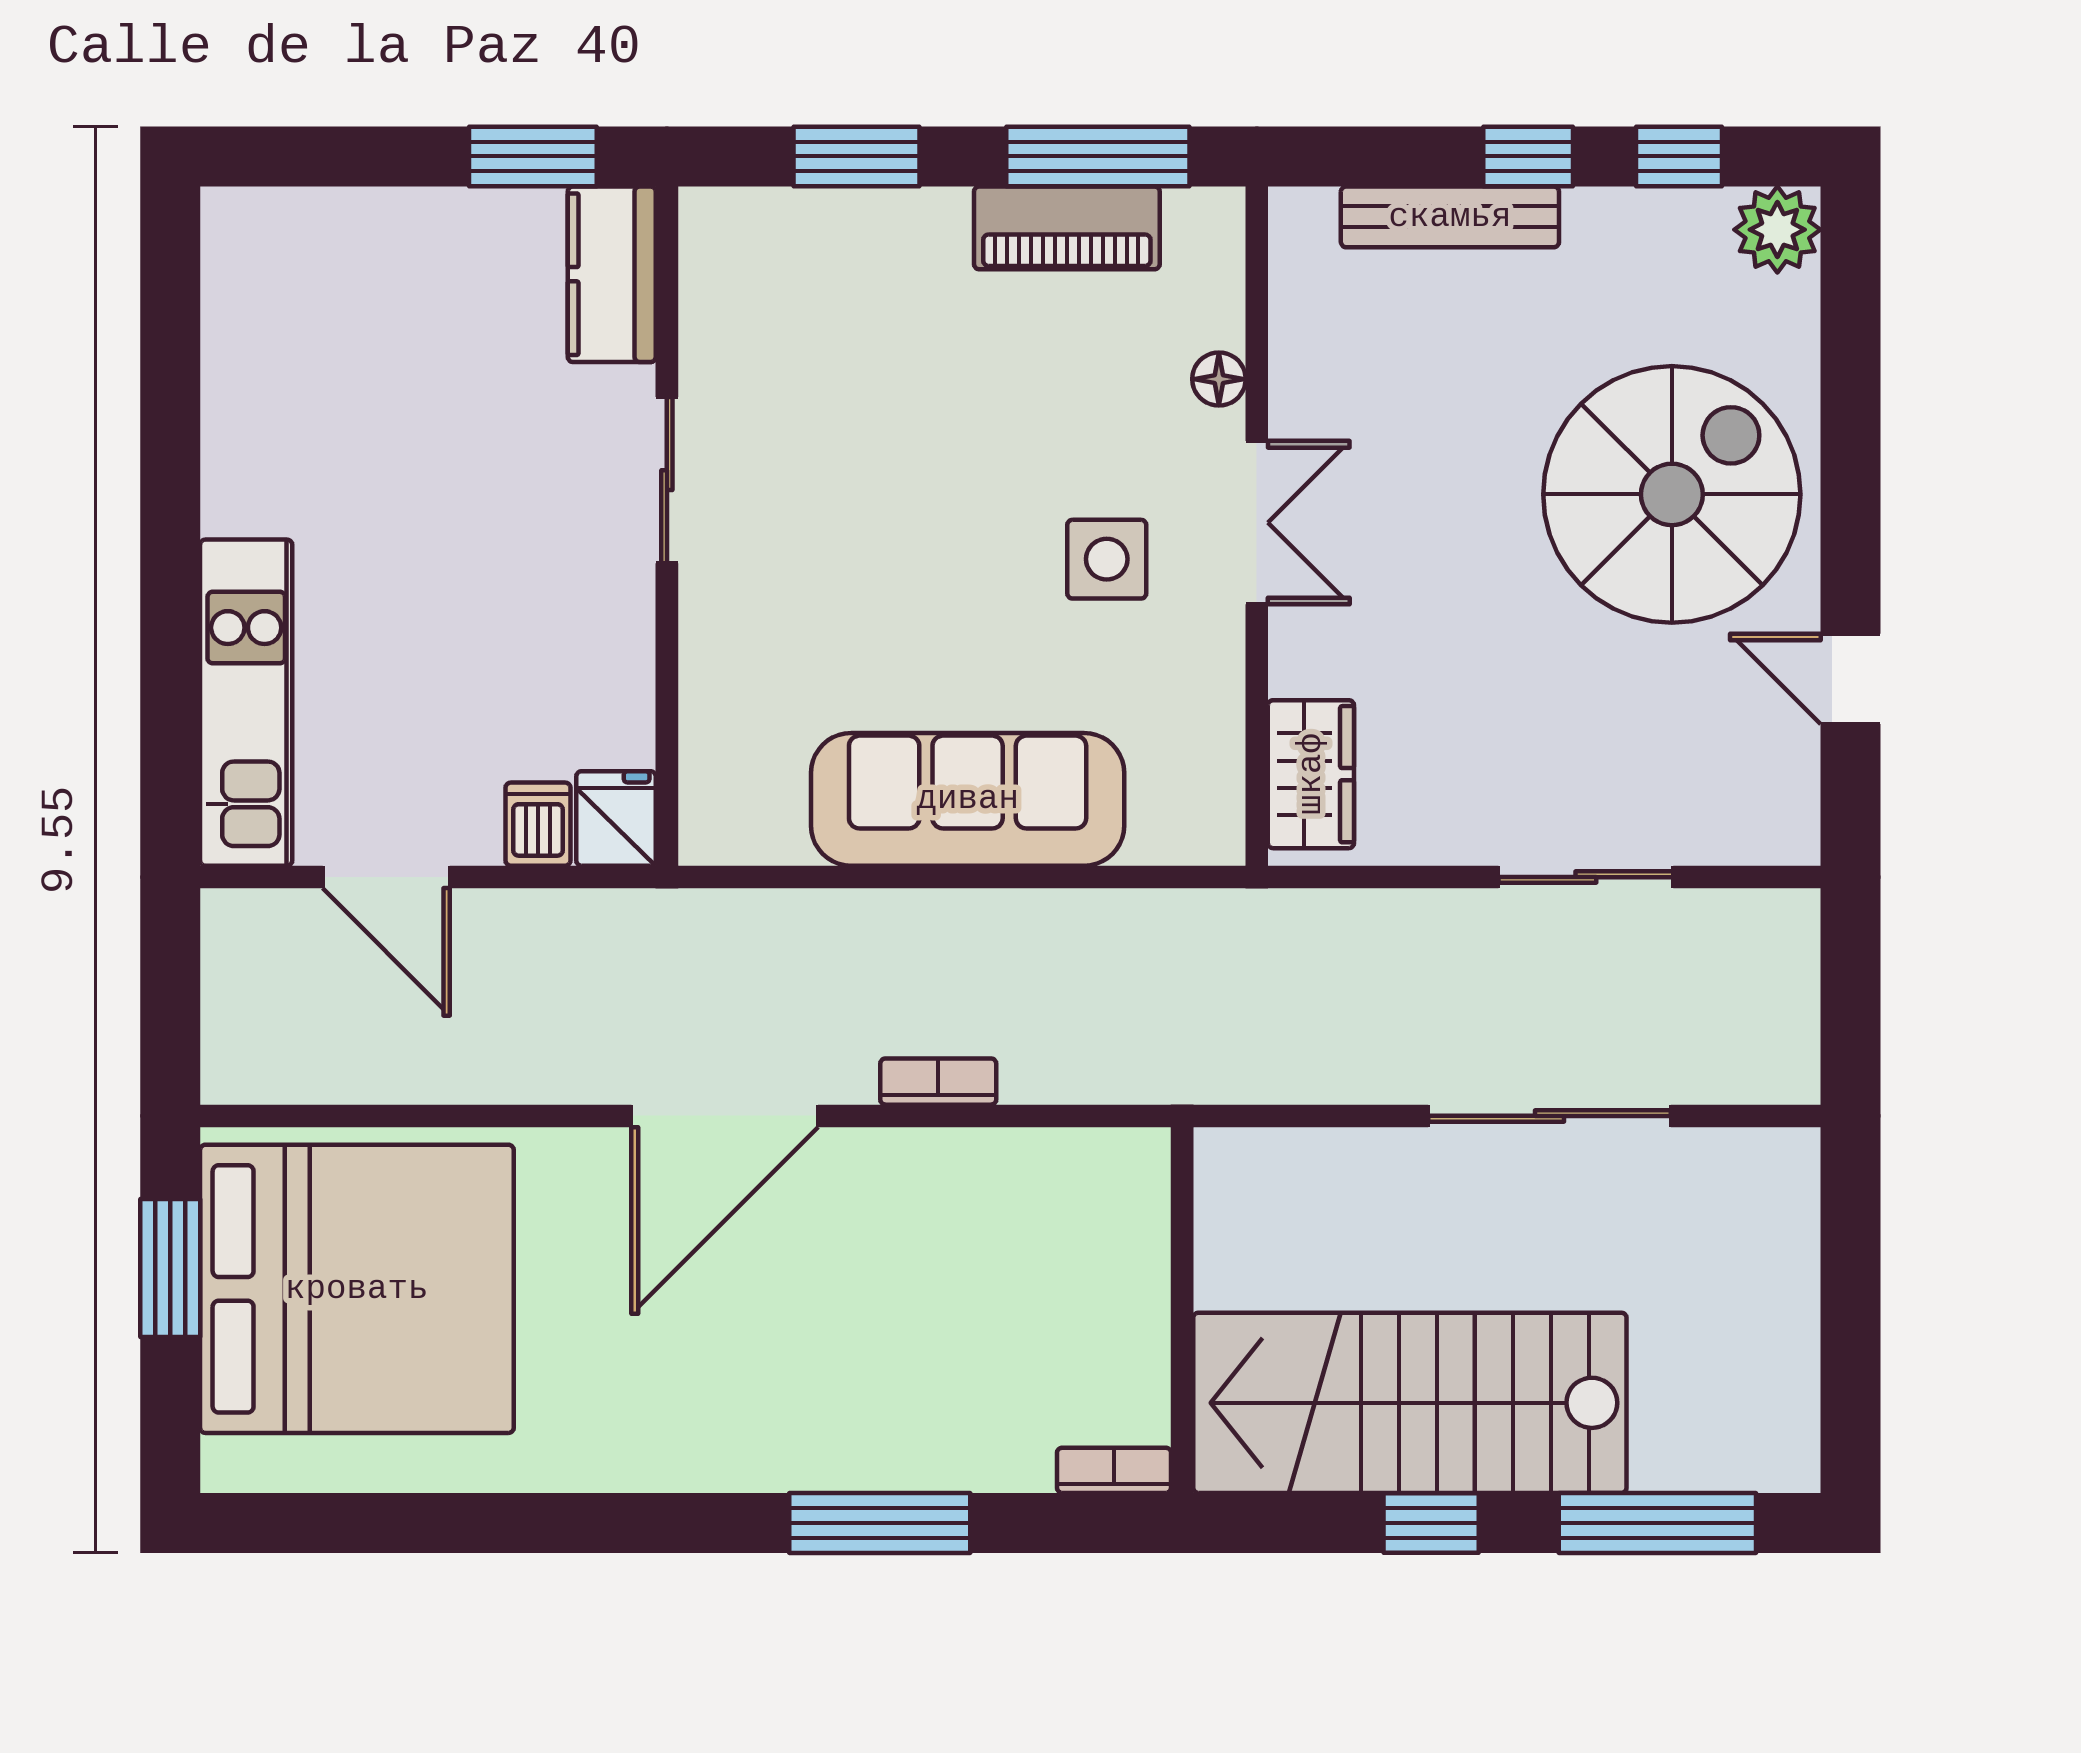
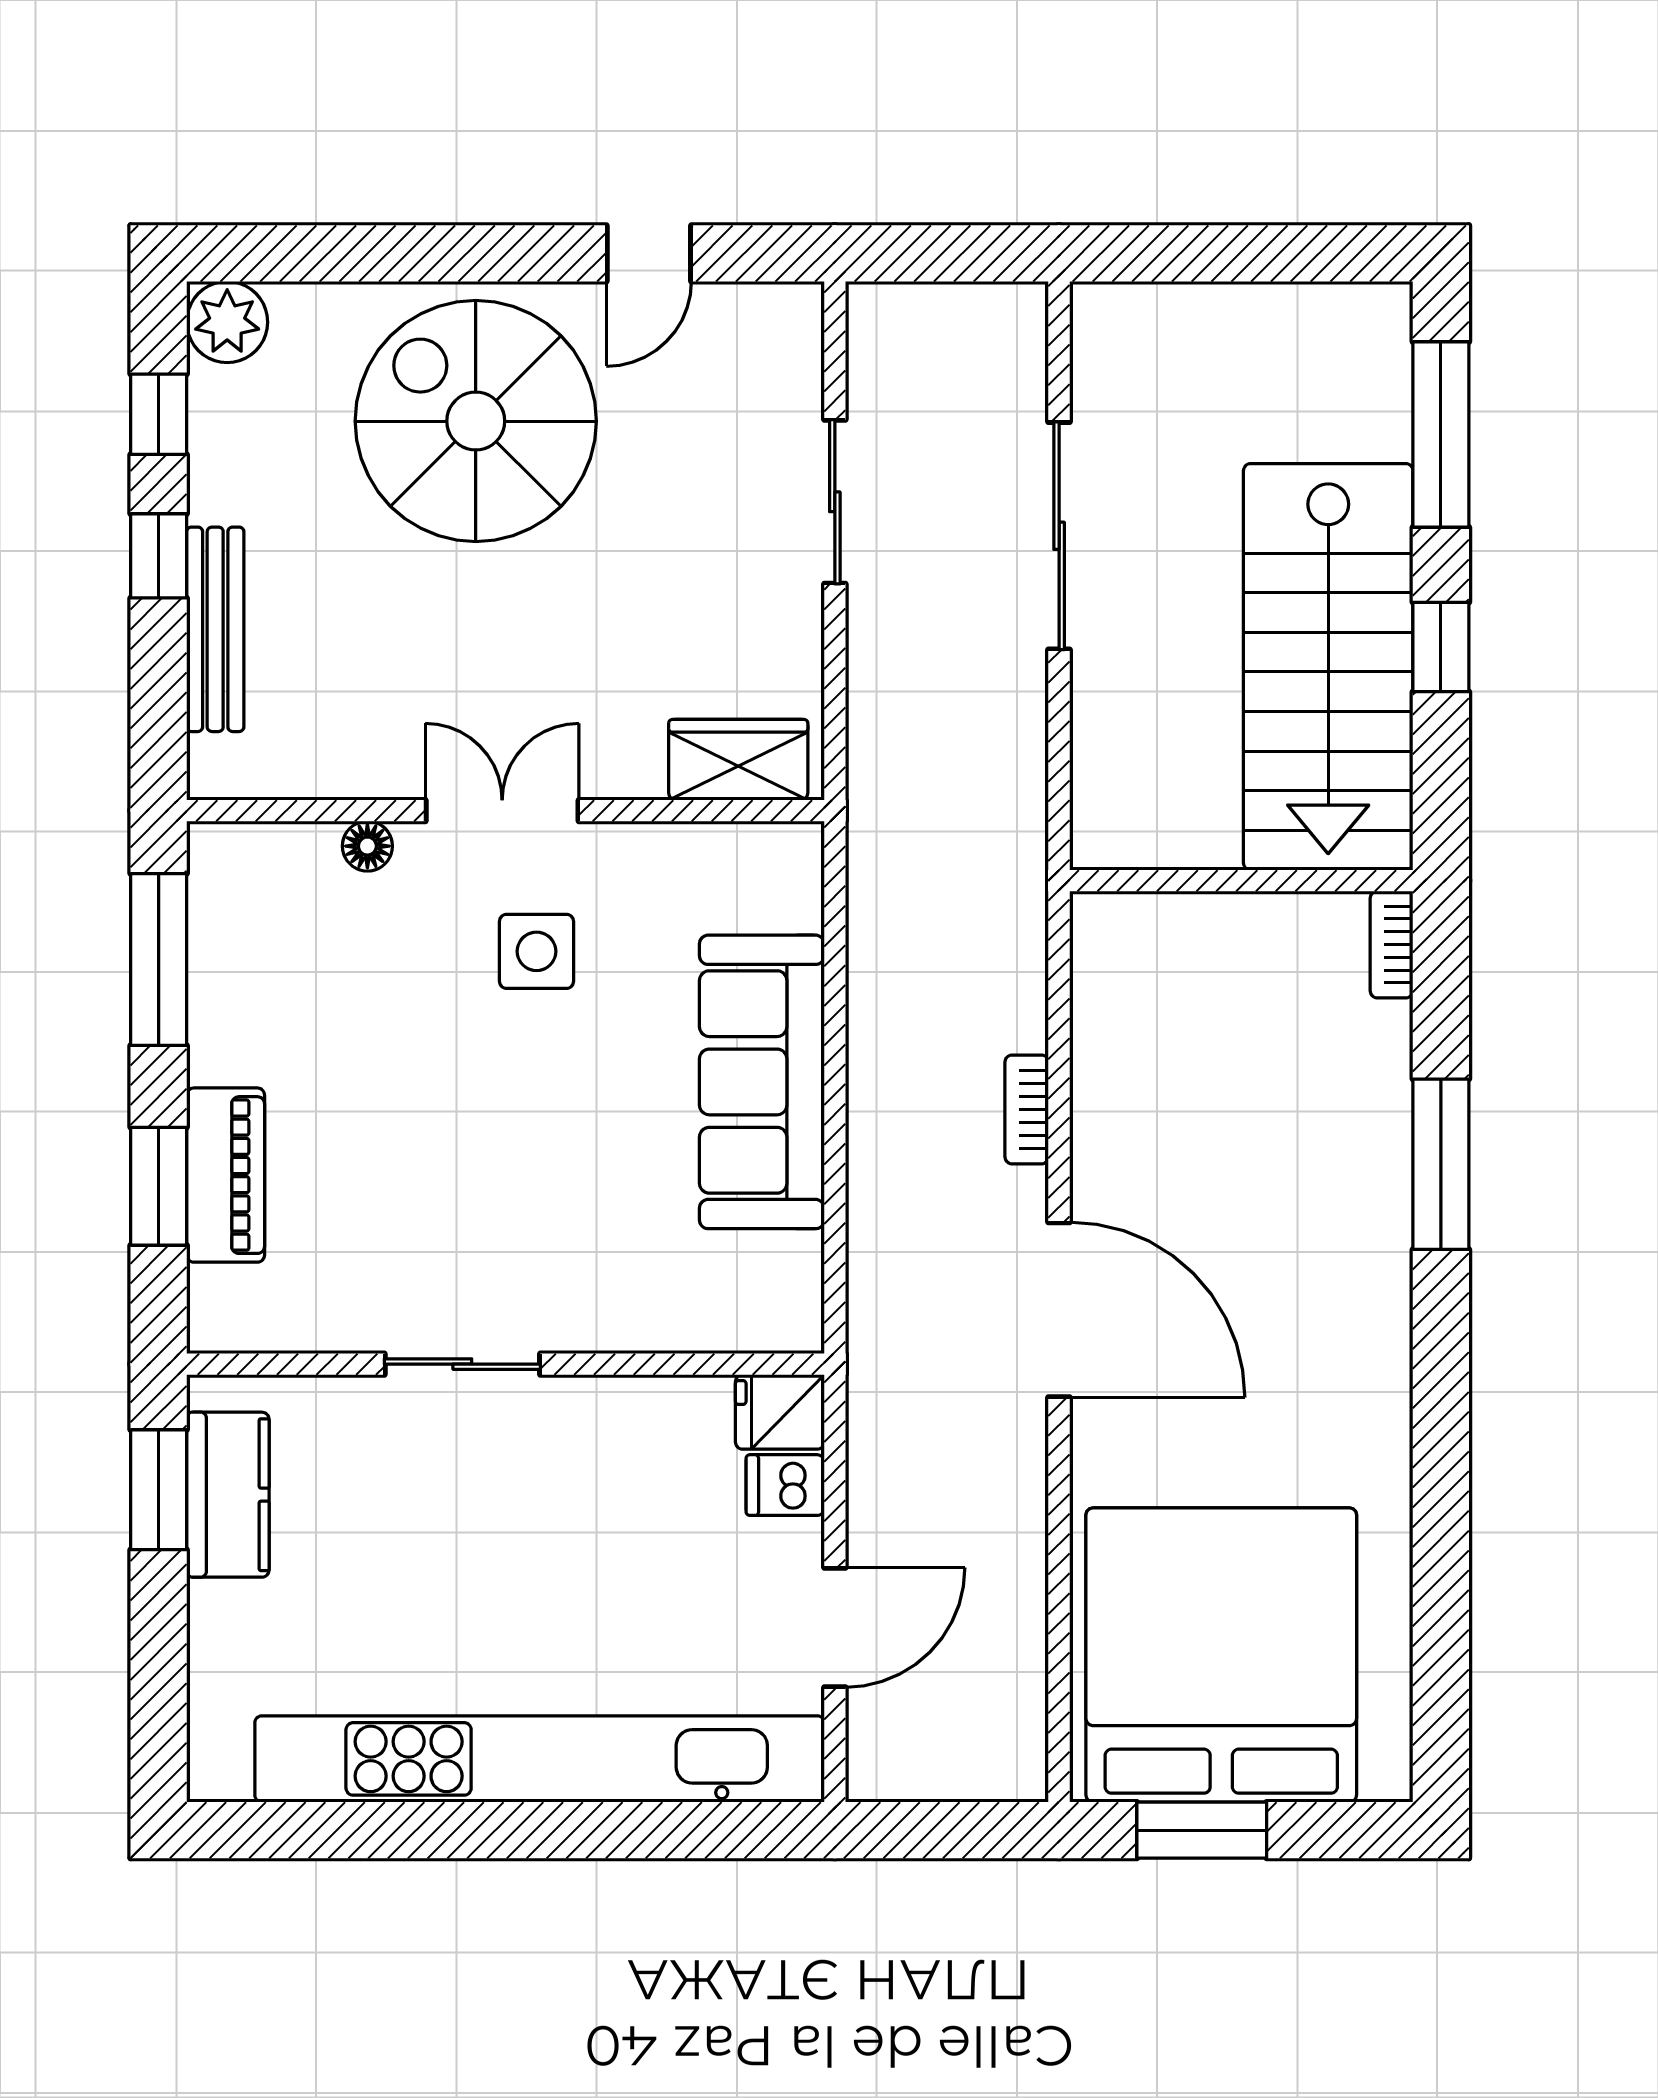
piano: (1067, 228) -> (226, 1175), moved
kitchen counter: (612, 274) -> (228, 1495), moved, turned -90
kitchen unit: (246, 703) -> (540, 1759), width x1.86

